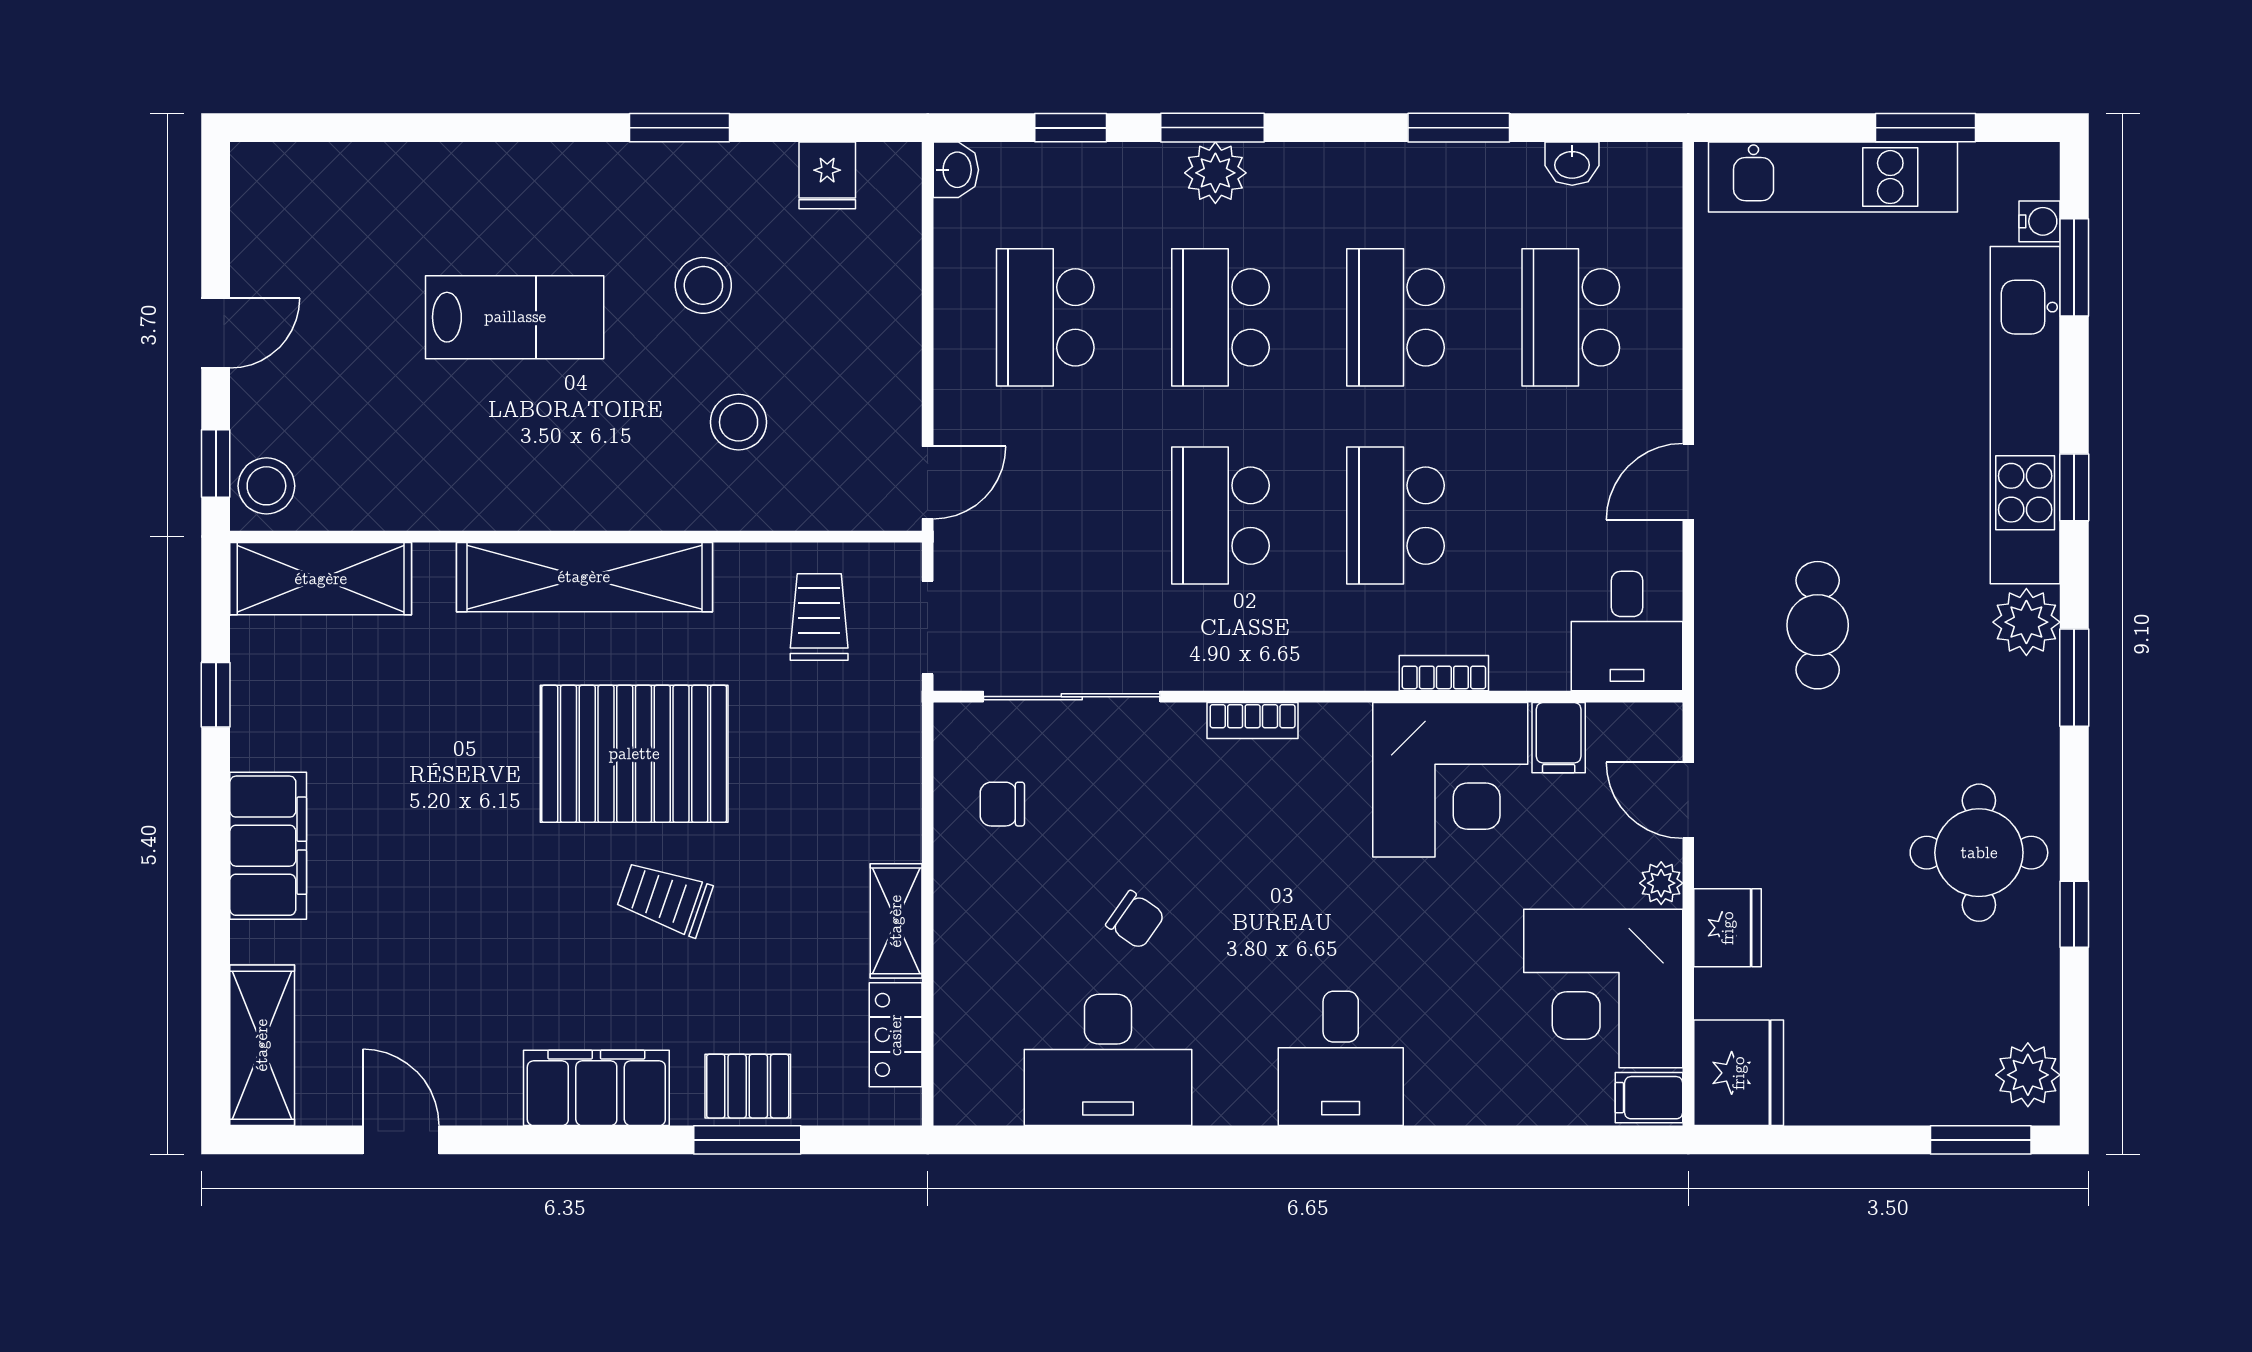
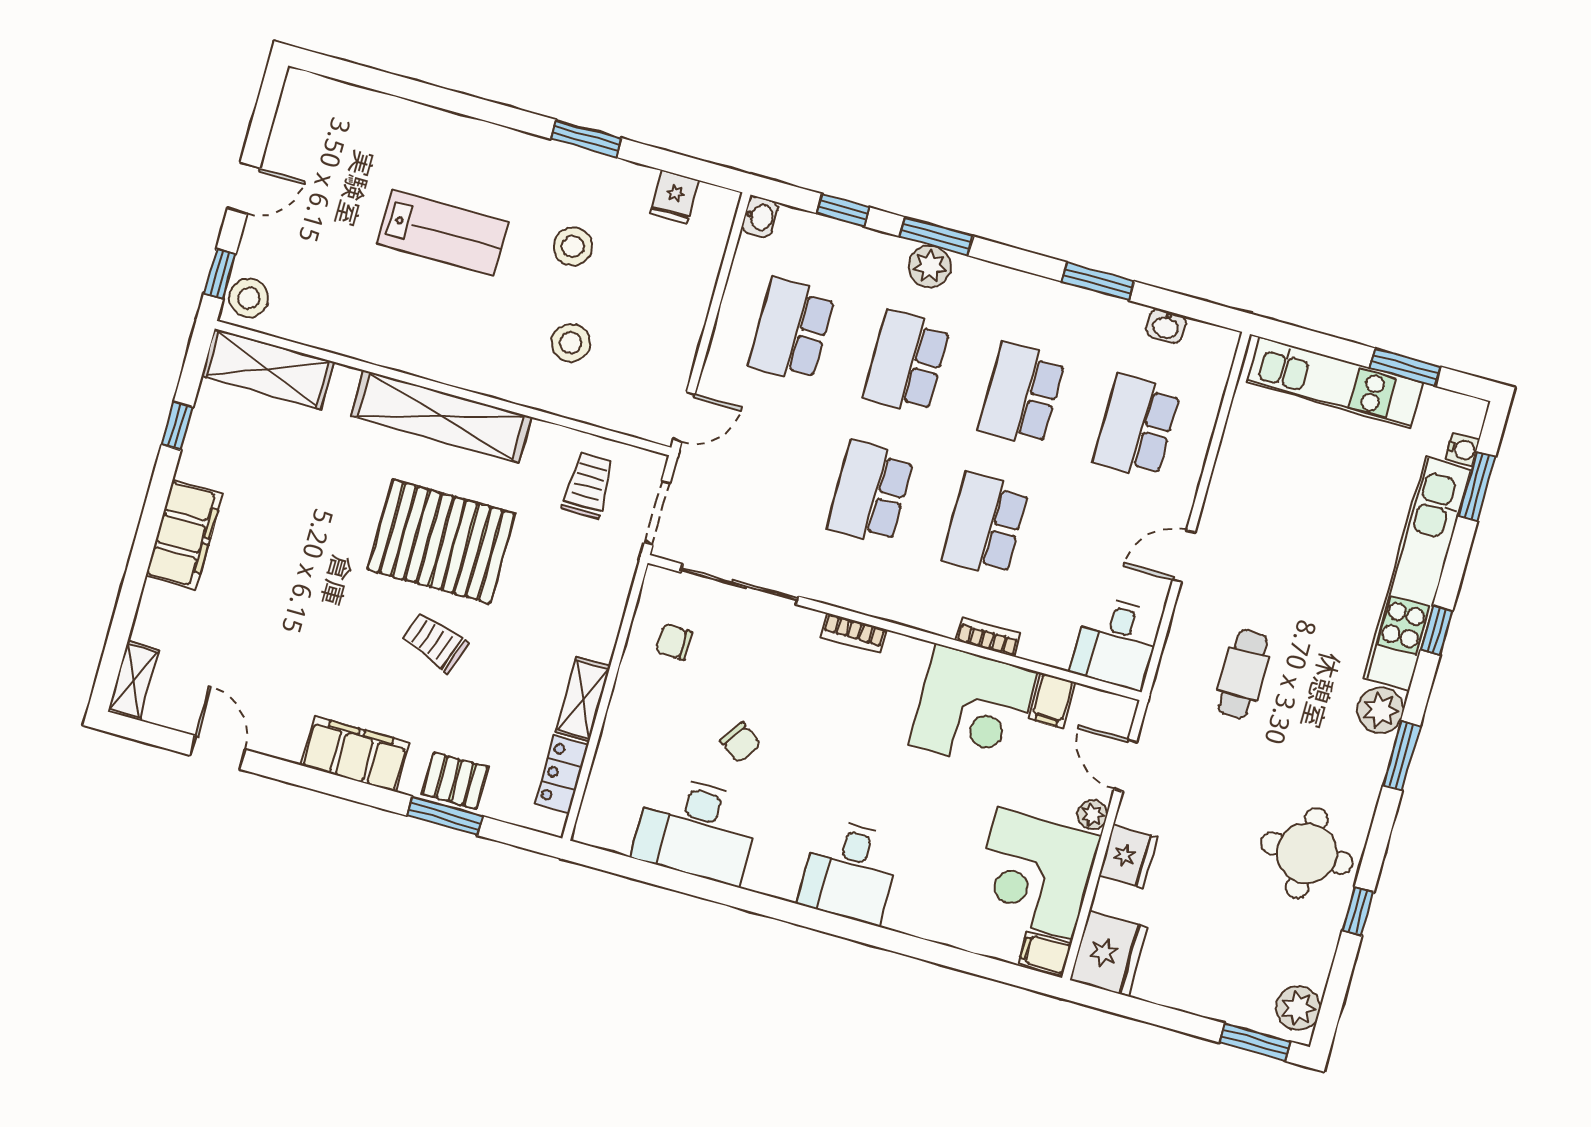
shelving: (262, 1045) -> (133, 681), width x0.67, depth x0.75

